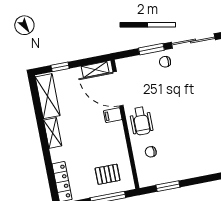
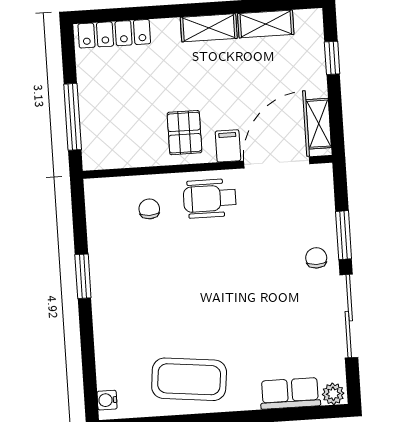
shelving: (48, 96) -> (266, 24), width x0.67, depth x0.75
pallet: (108, 174) -> (184, 133), moved
window: (168, 186) -> (83, 276), moved

